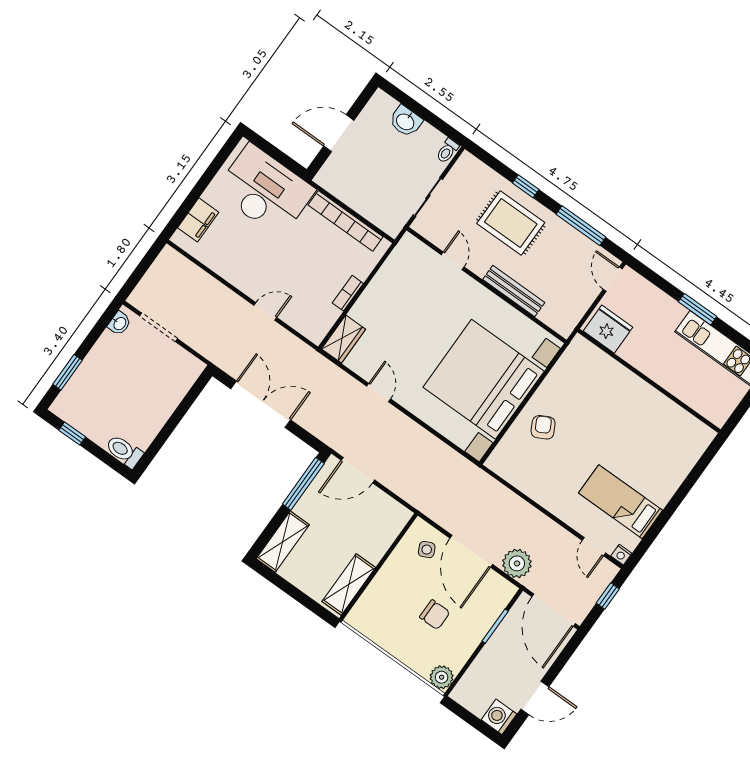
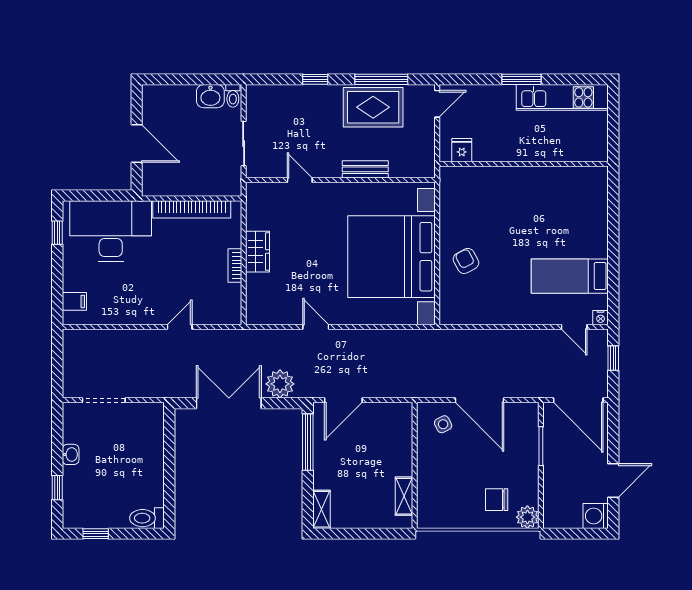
washbasin: (406, 121) -> (210, 96), moved
door: (339, 133) -> (137, 144), swing flipped
window: (220, 160) -> (57, 233), added
filing cabinet: (198, 220) -> (74, 301), width x0.50
rug: (511, 223) -> (373, 107), moved
door: (613, 279) -> (437, 104), swing flipped
bench: (514, 291) -> (365, 169), width x0.73
washbasin: (119, 323) -> (71, 454), moved
fridge: (608, 329) -> (462, 150), width x0.53, depth x0.75
wardrobe: (344, 339) -> (257, 252), moved
window: (68, 372) -> (57, 488), width x0.67
shelving: (283, 542) -> (321, 509), width x0.67, depth x0.75
plant: (517, 563) -> (280, 384), moved
shelving: (349, 584) -> (404, 496), width x0.67, depth x0.75
chair: (435, 615) -> (497, 500), moved, turned 180

